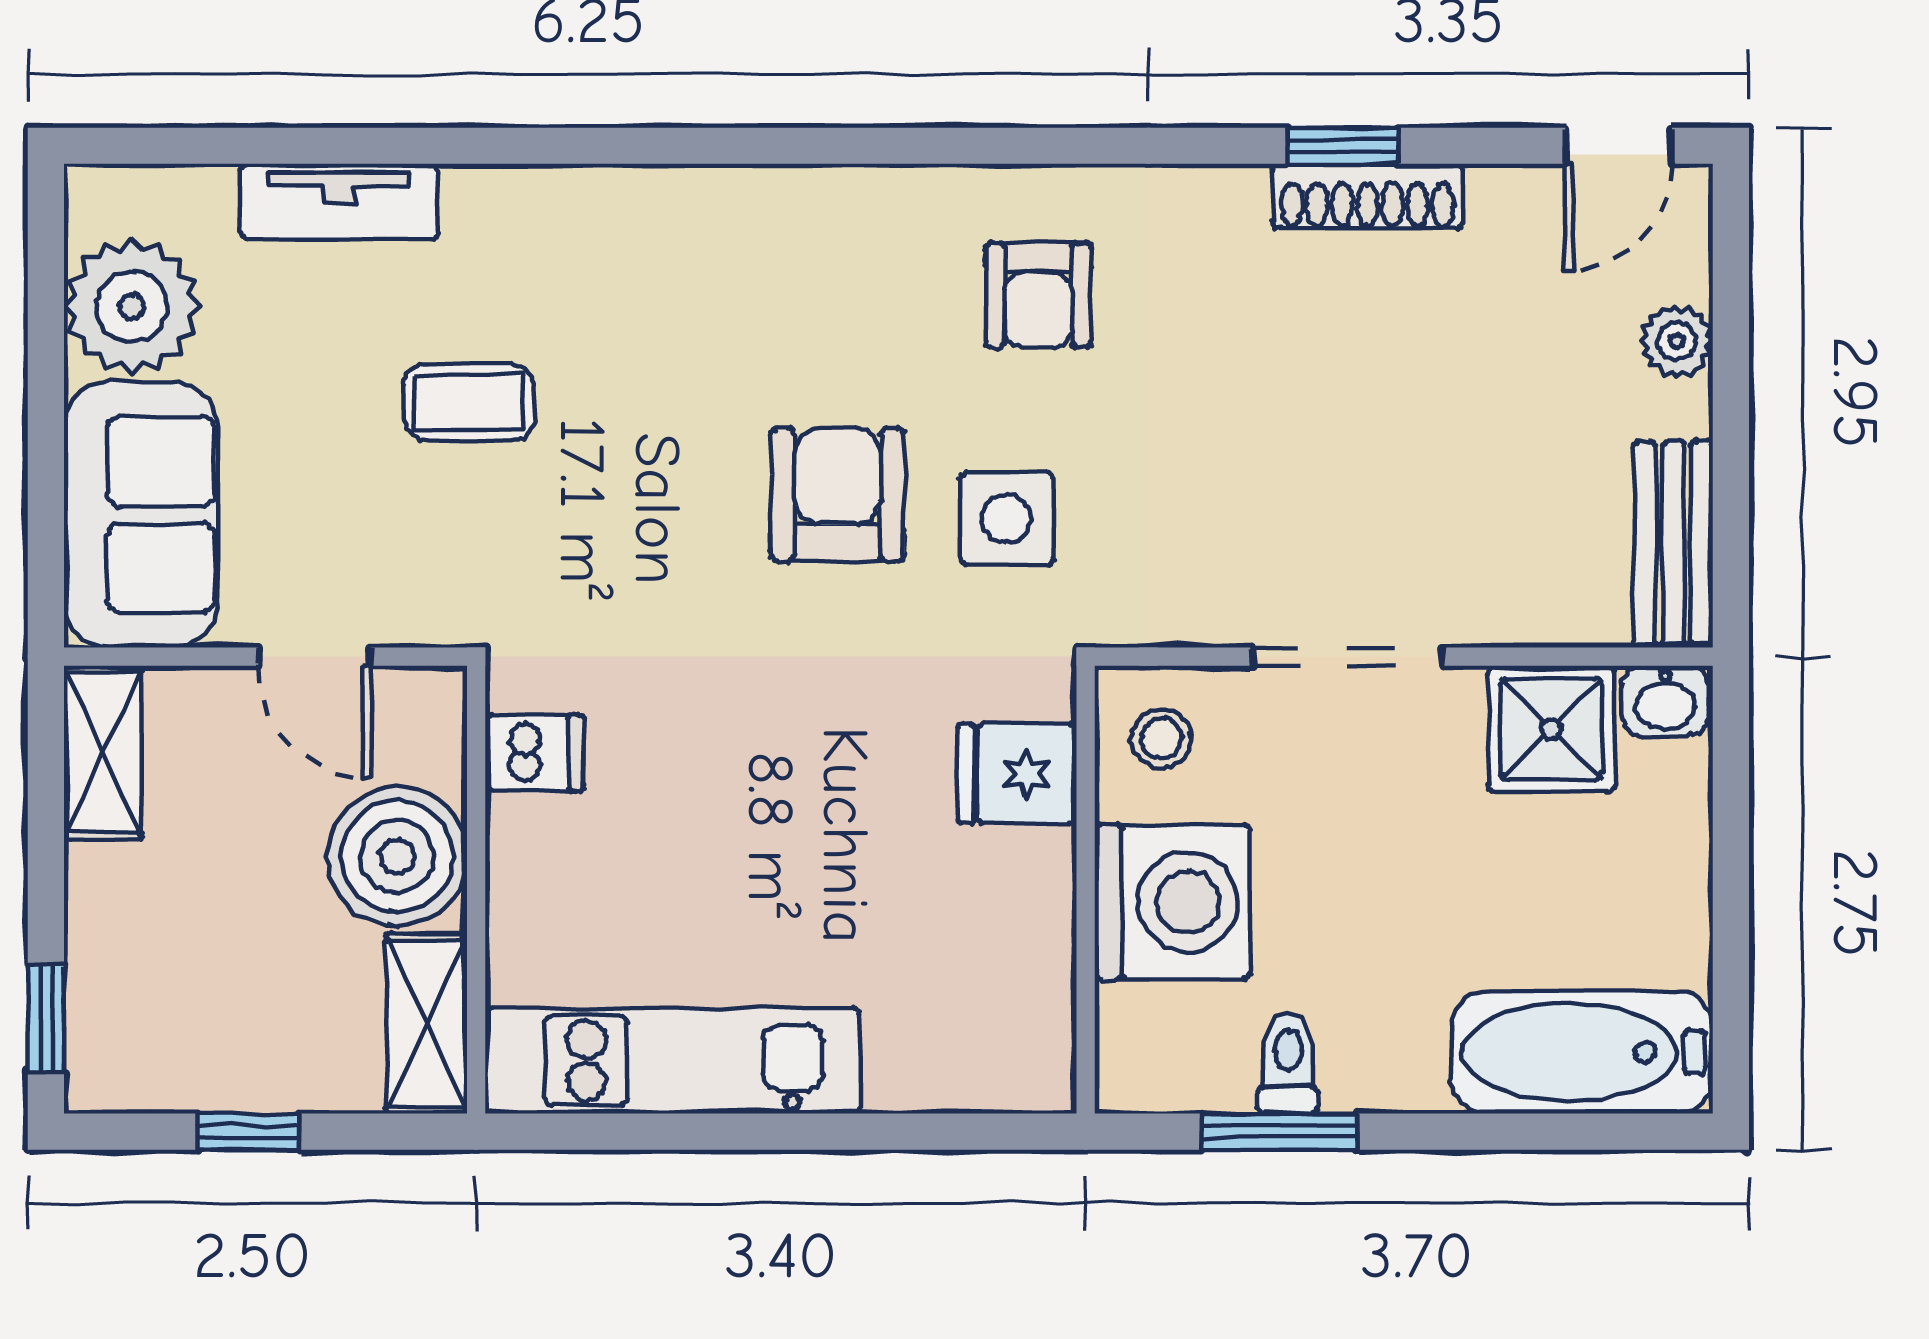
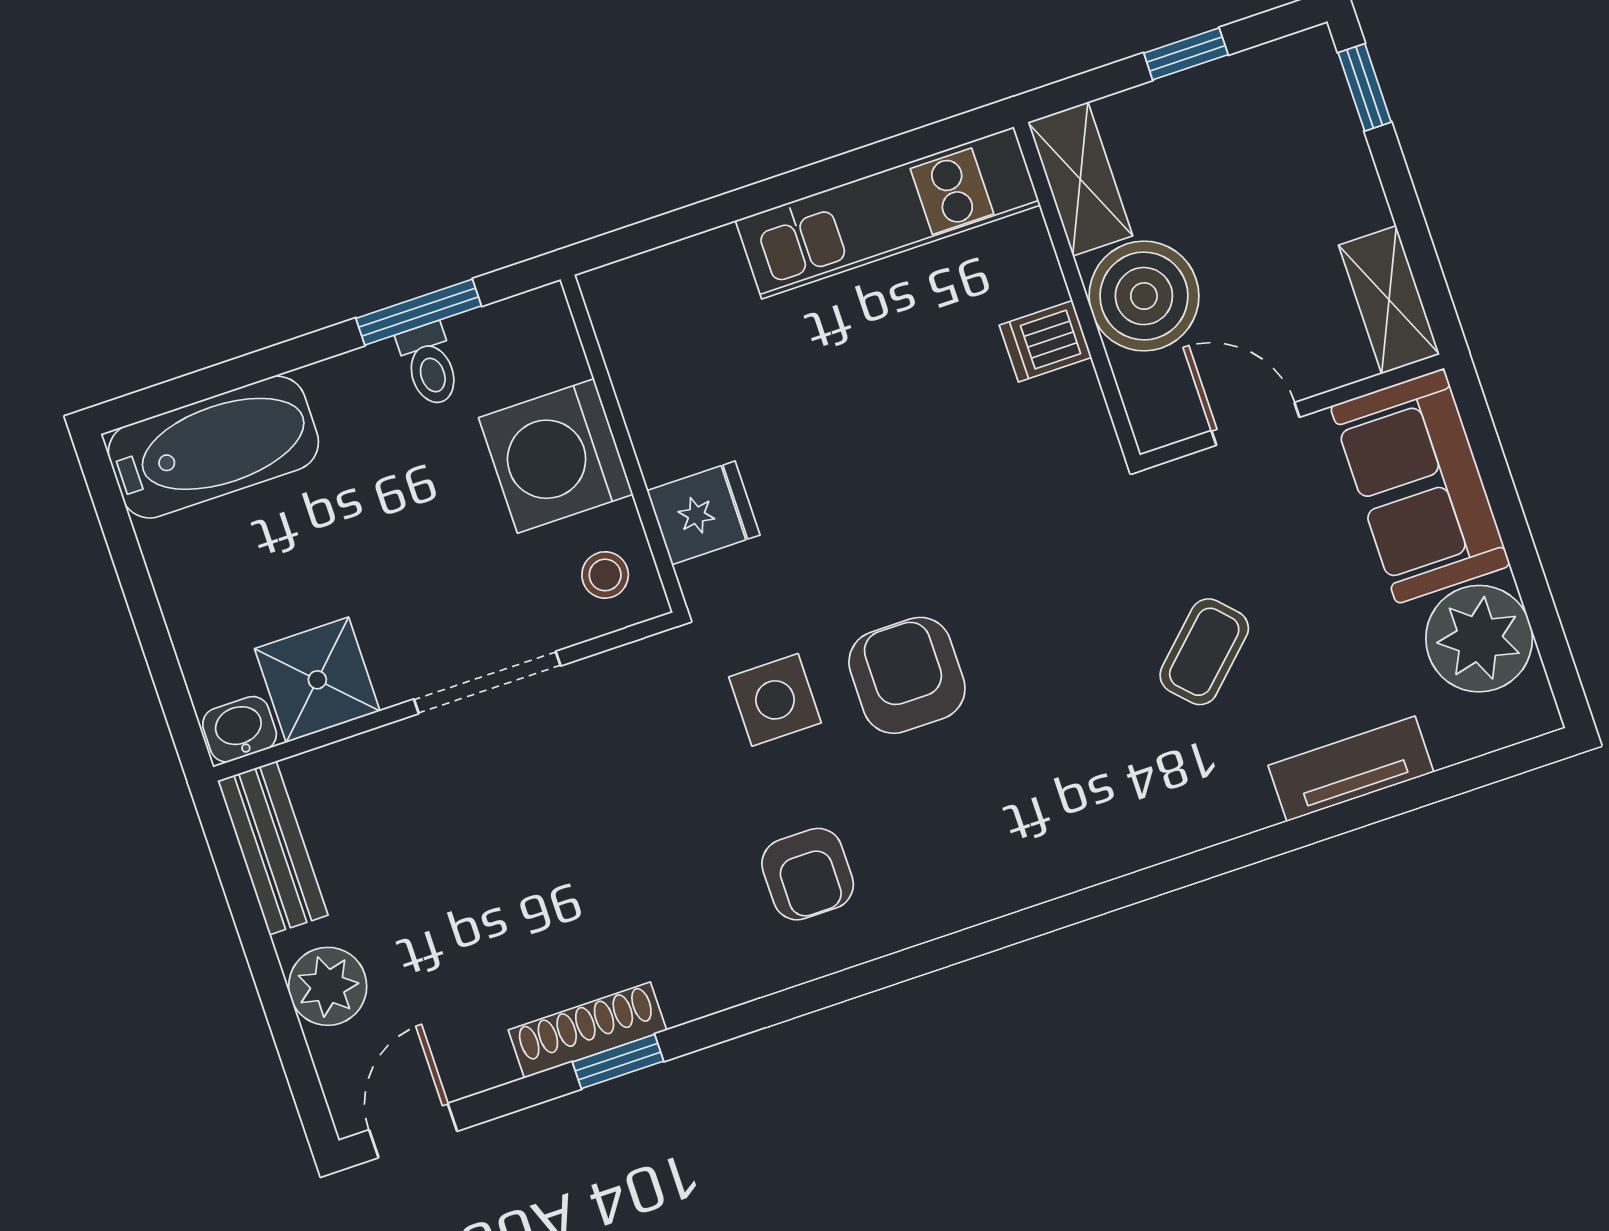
armchair: (1038, 295) -> (808, 874), turned 180
plant: (1677, 341) -> (328, 986), width x1.38, depth x1.38
coffee table: (469, 402) -> (1204, 652), turned -44
armchair: (837, 495) -> (907, 675), turned 180
dishwasher: (535, 753) -> (1045, 341), moved

